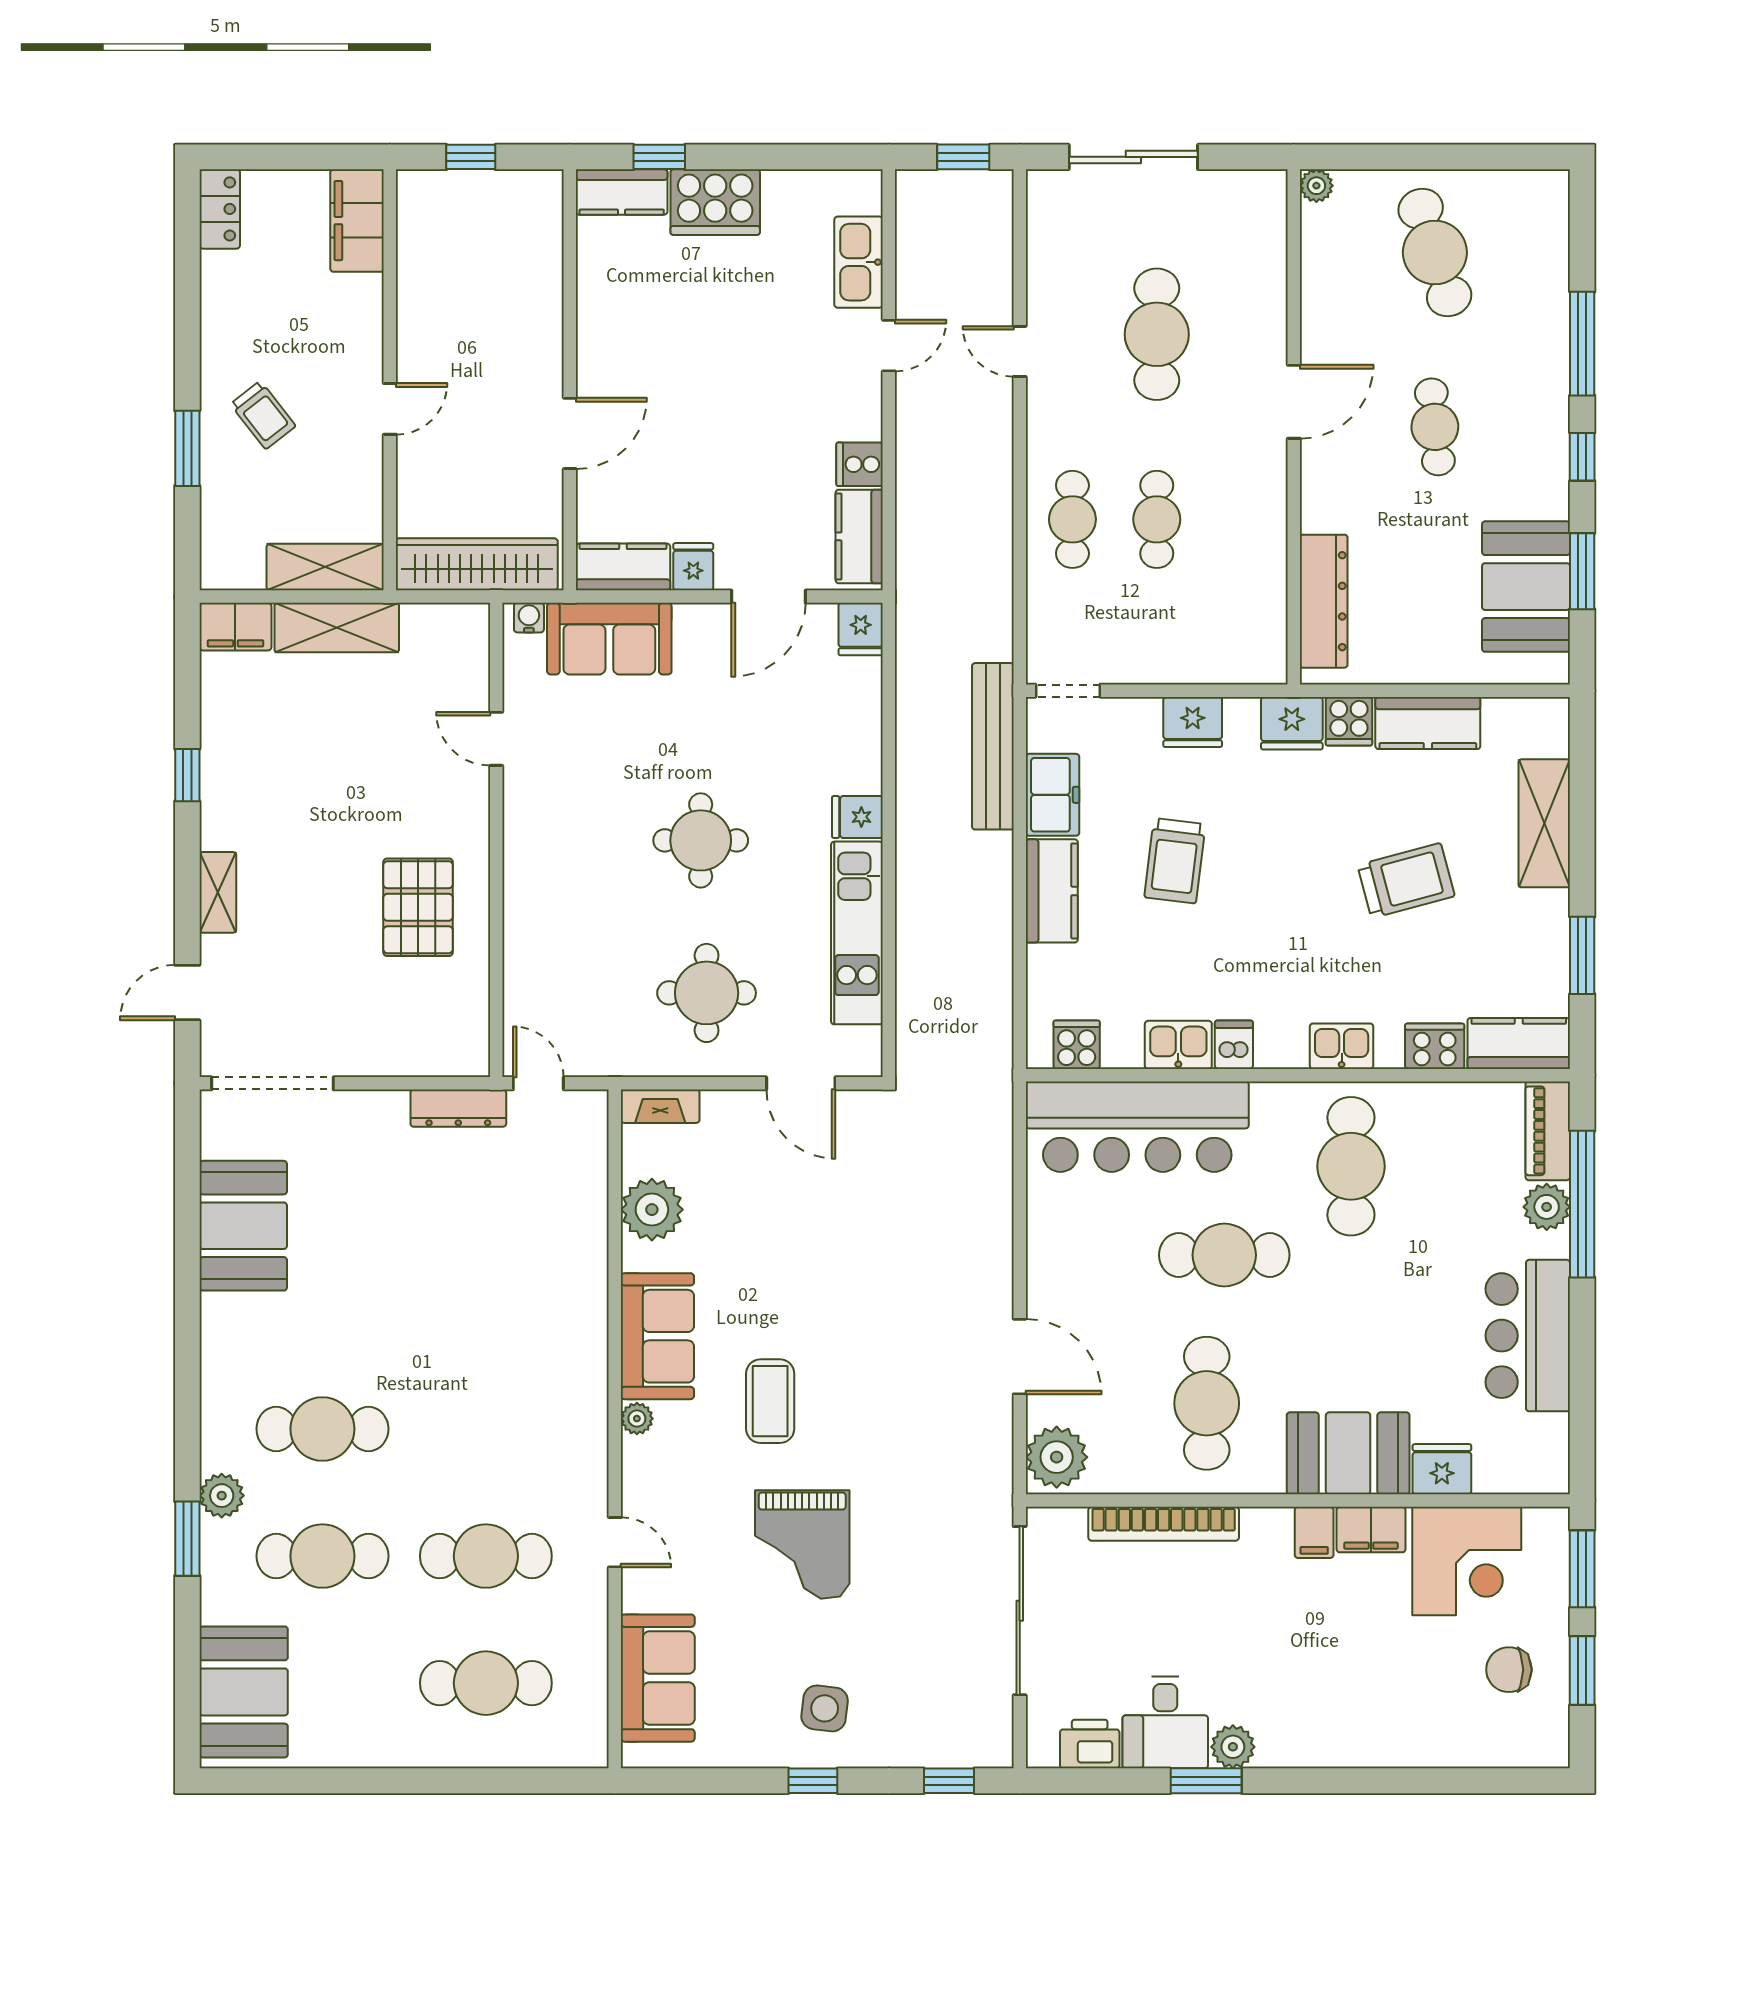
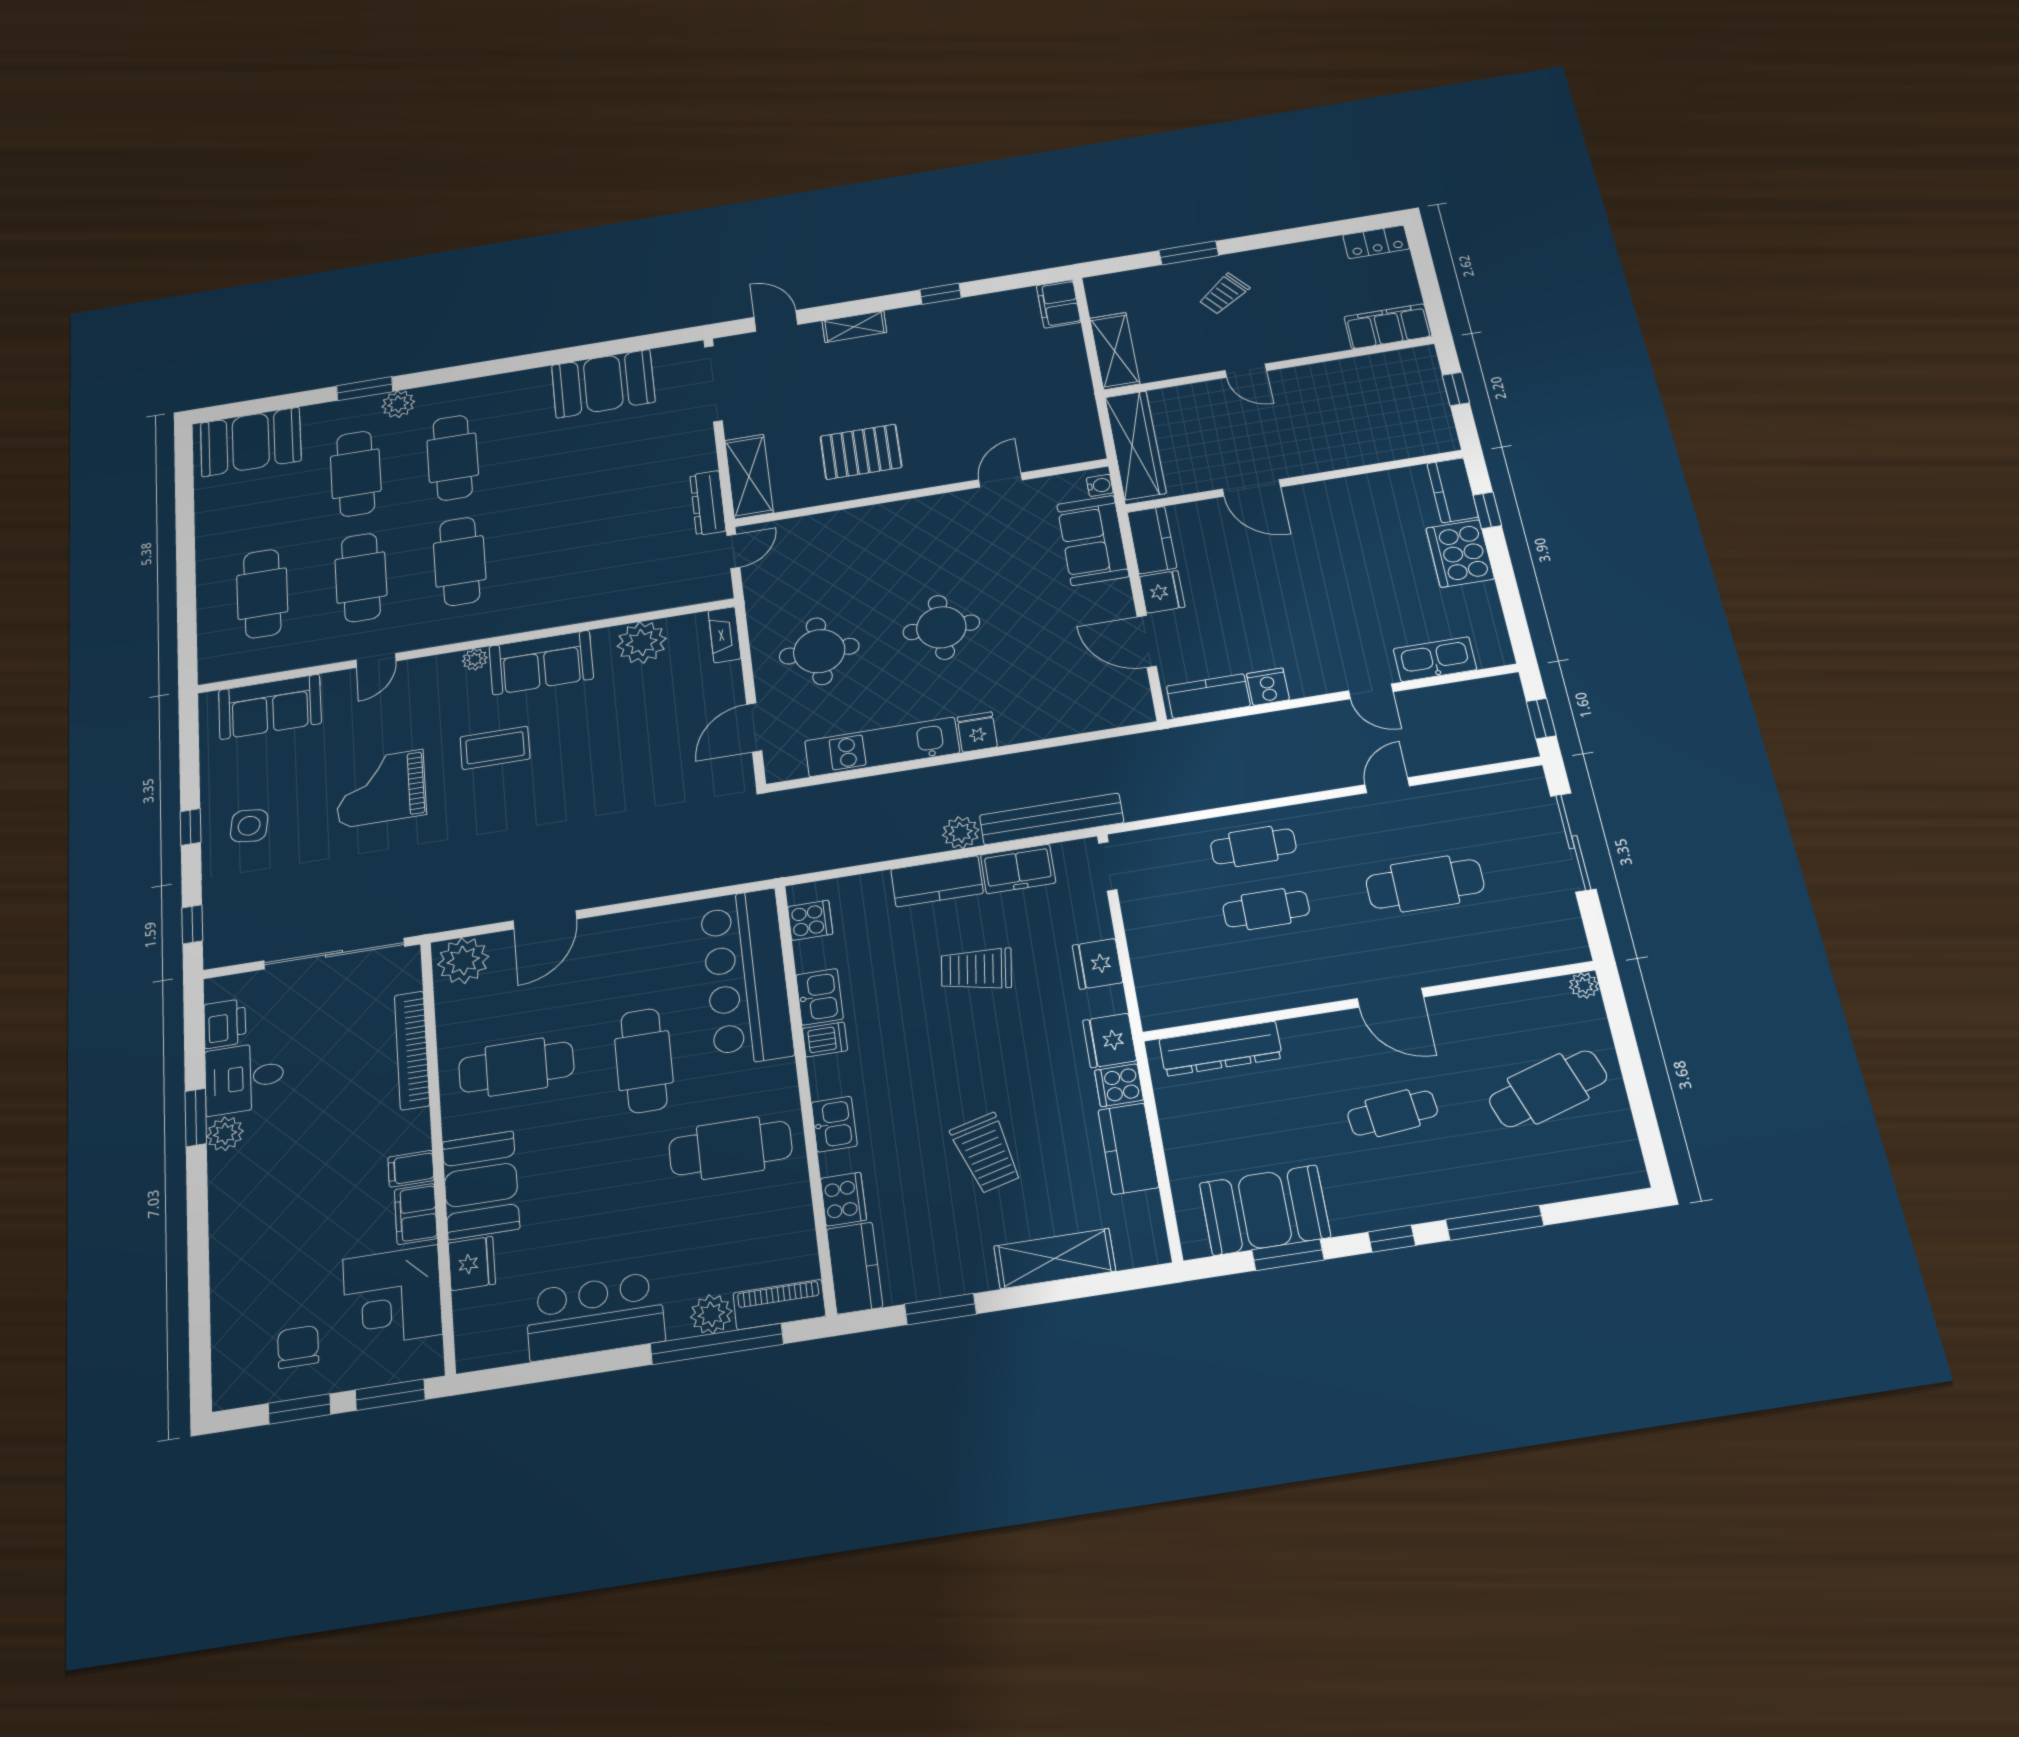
fridge: (693, 567) -> (1162, 592), width x1.38
shelving: (337, 628) -> (749, 476), moved
fridge: (861, 629) -> (1132, 709), removed
plant: (992, 855) -> (961, 833), added
cafe table: (486, 1429) -> (460, 561), added

